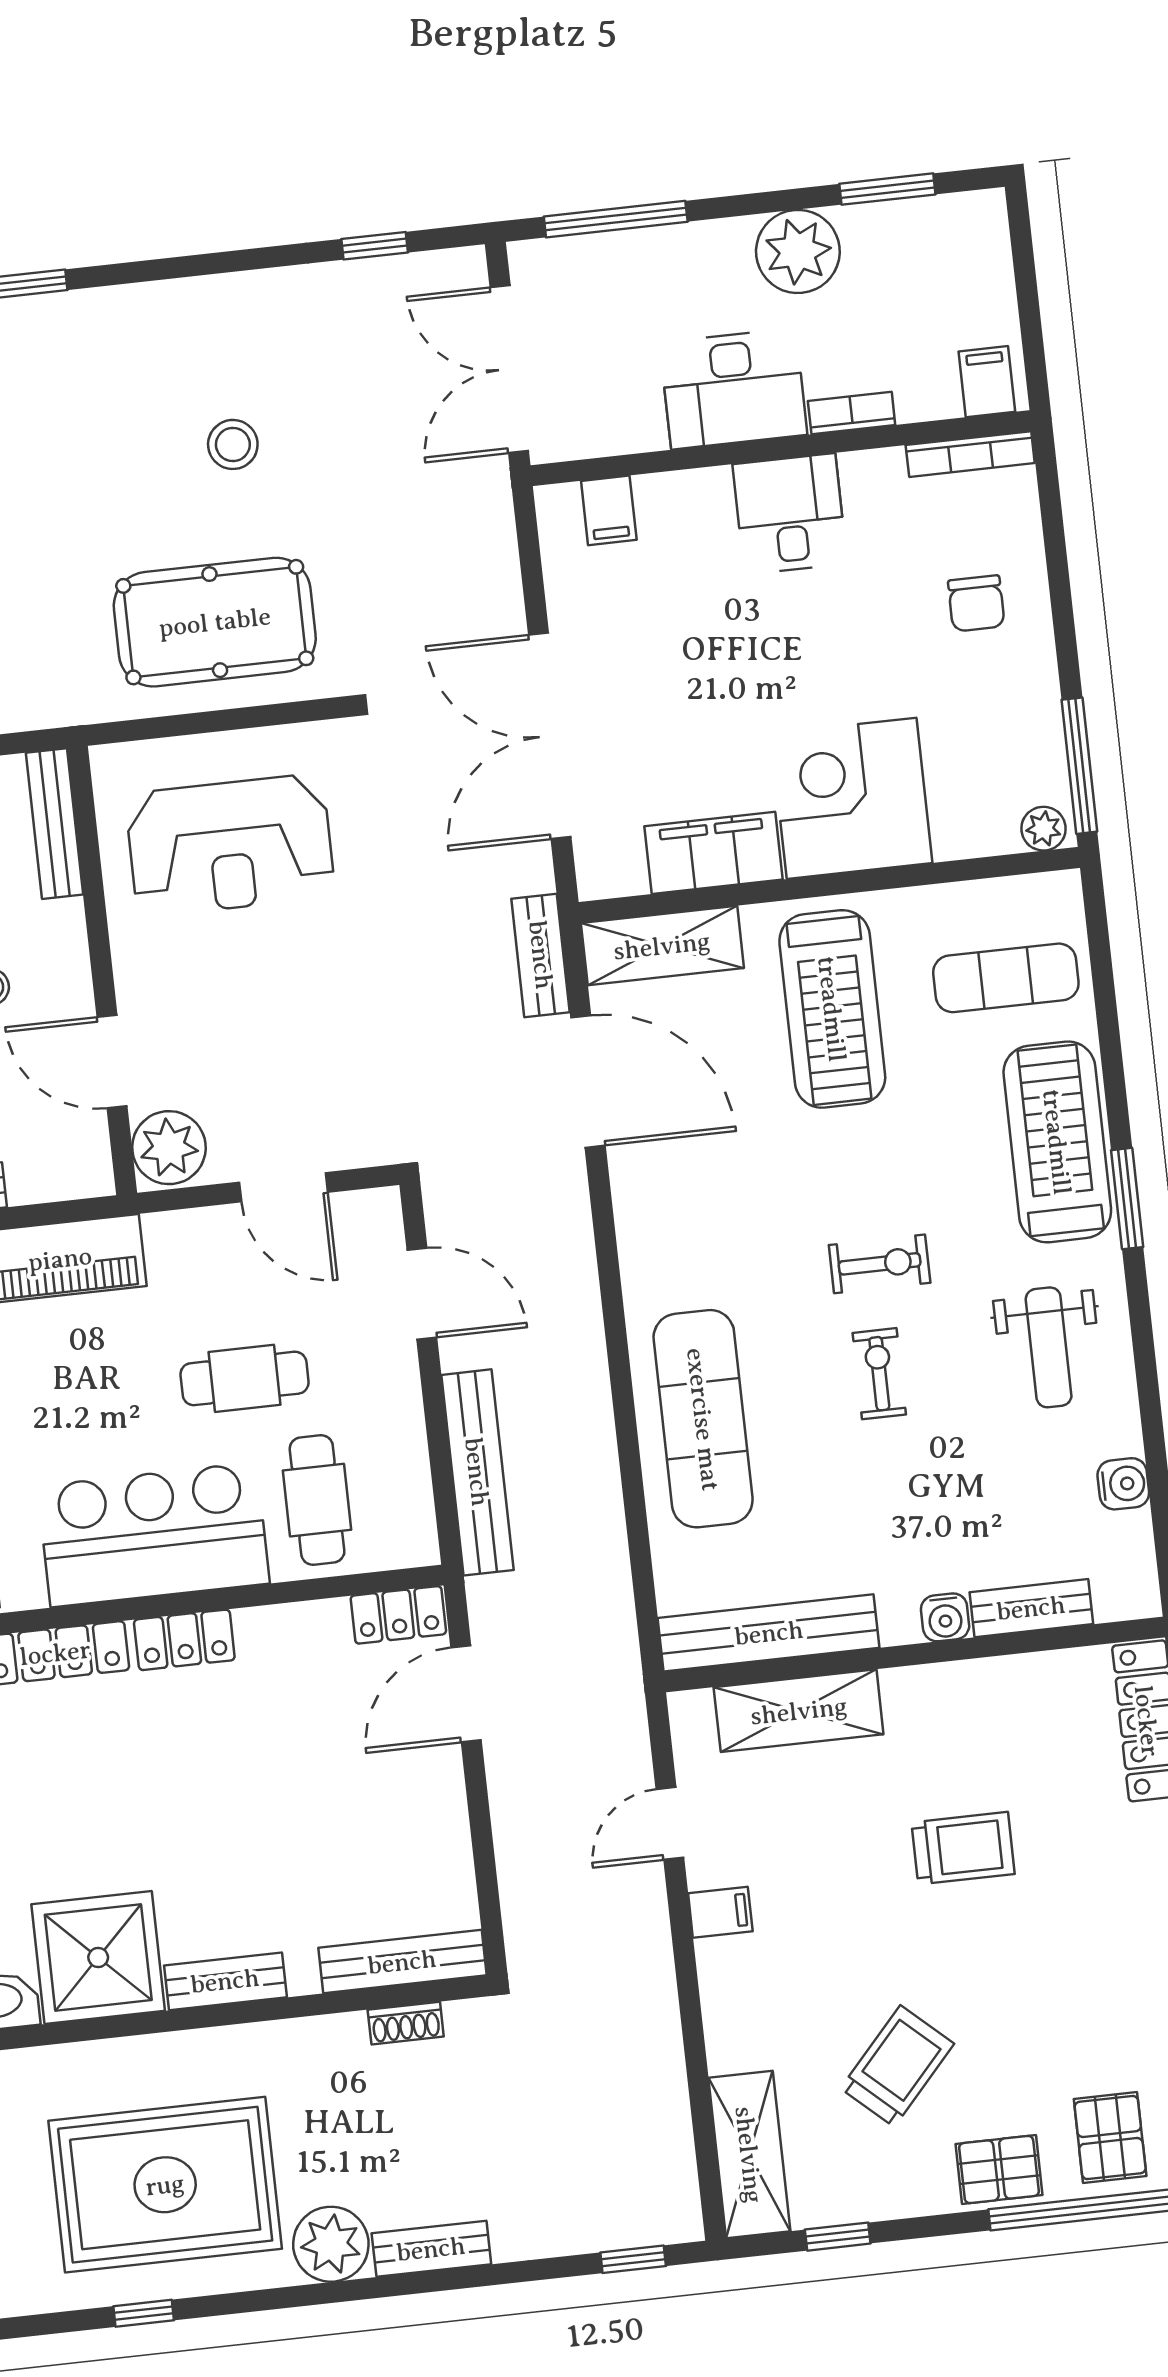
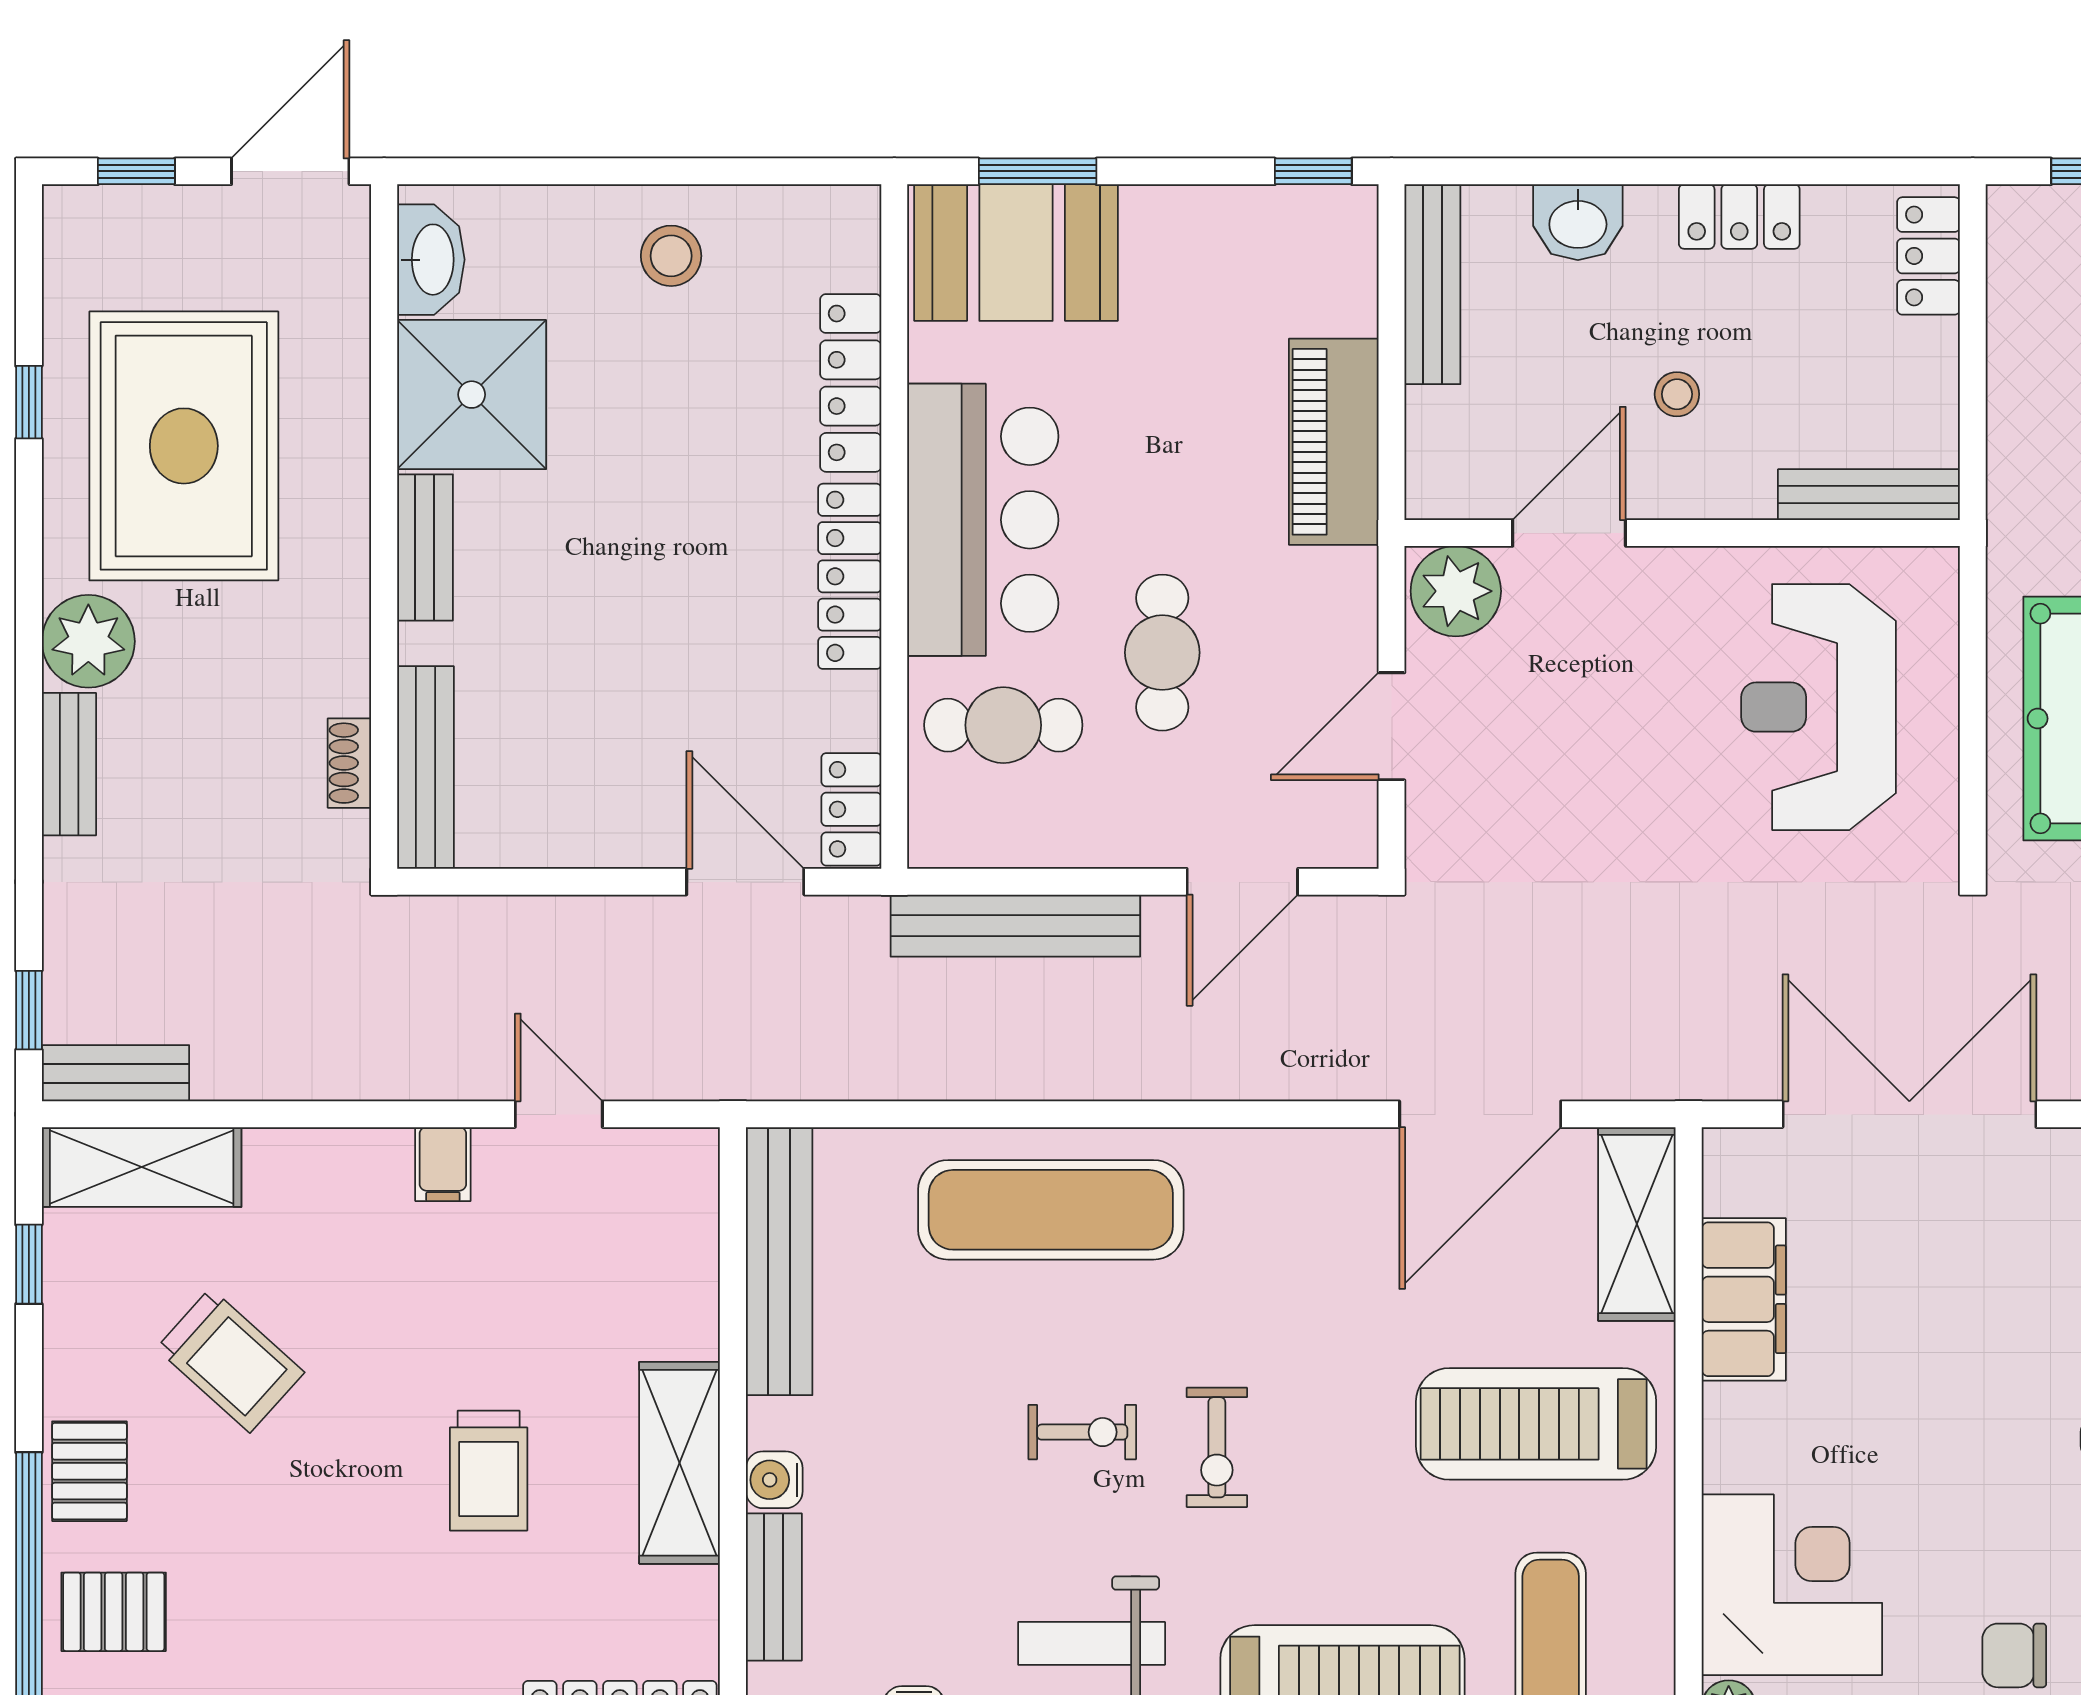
corner desk: (852, 798) -> (1792, 1585), moved
bench: (541, 955) -> (116, 1073), moved
locker: (184, 1640) -> (850, 576), width x1.53
shelving: (799, 1711) -> (680, 1463), moved

